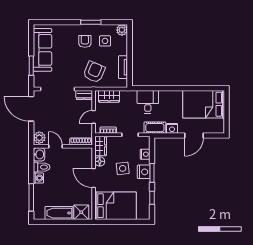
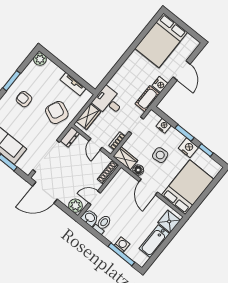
side table: (105, 41) -> (38, 81), removed
desk: (148, 102) -> (108, 102), moved
nightstand: (144, 172) -> (188, 148), moved
washing machine: (38, 178) -> (122, 245), moved
door: (94, 178) -> (148, 187), hinge flipped

